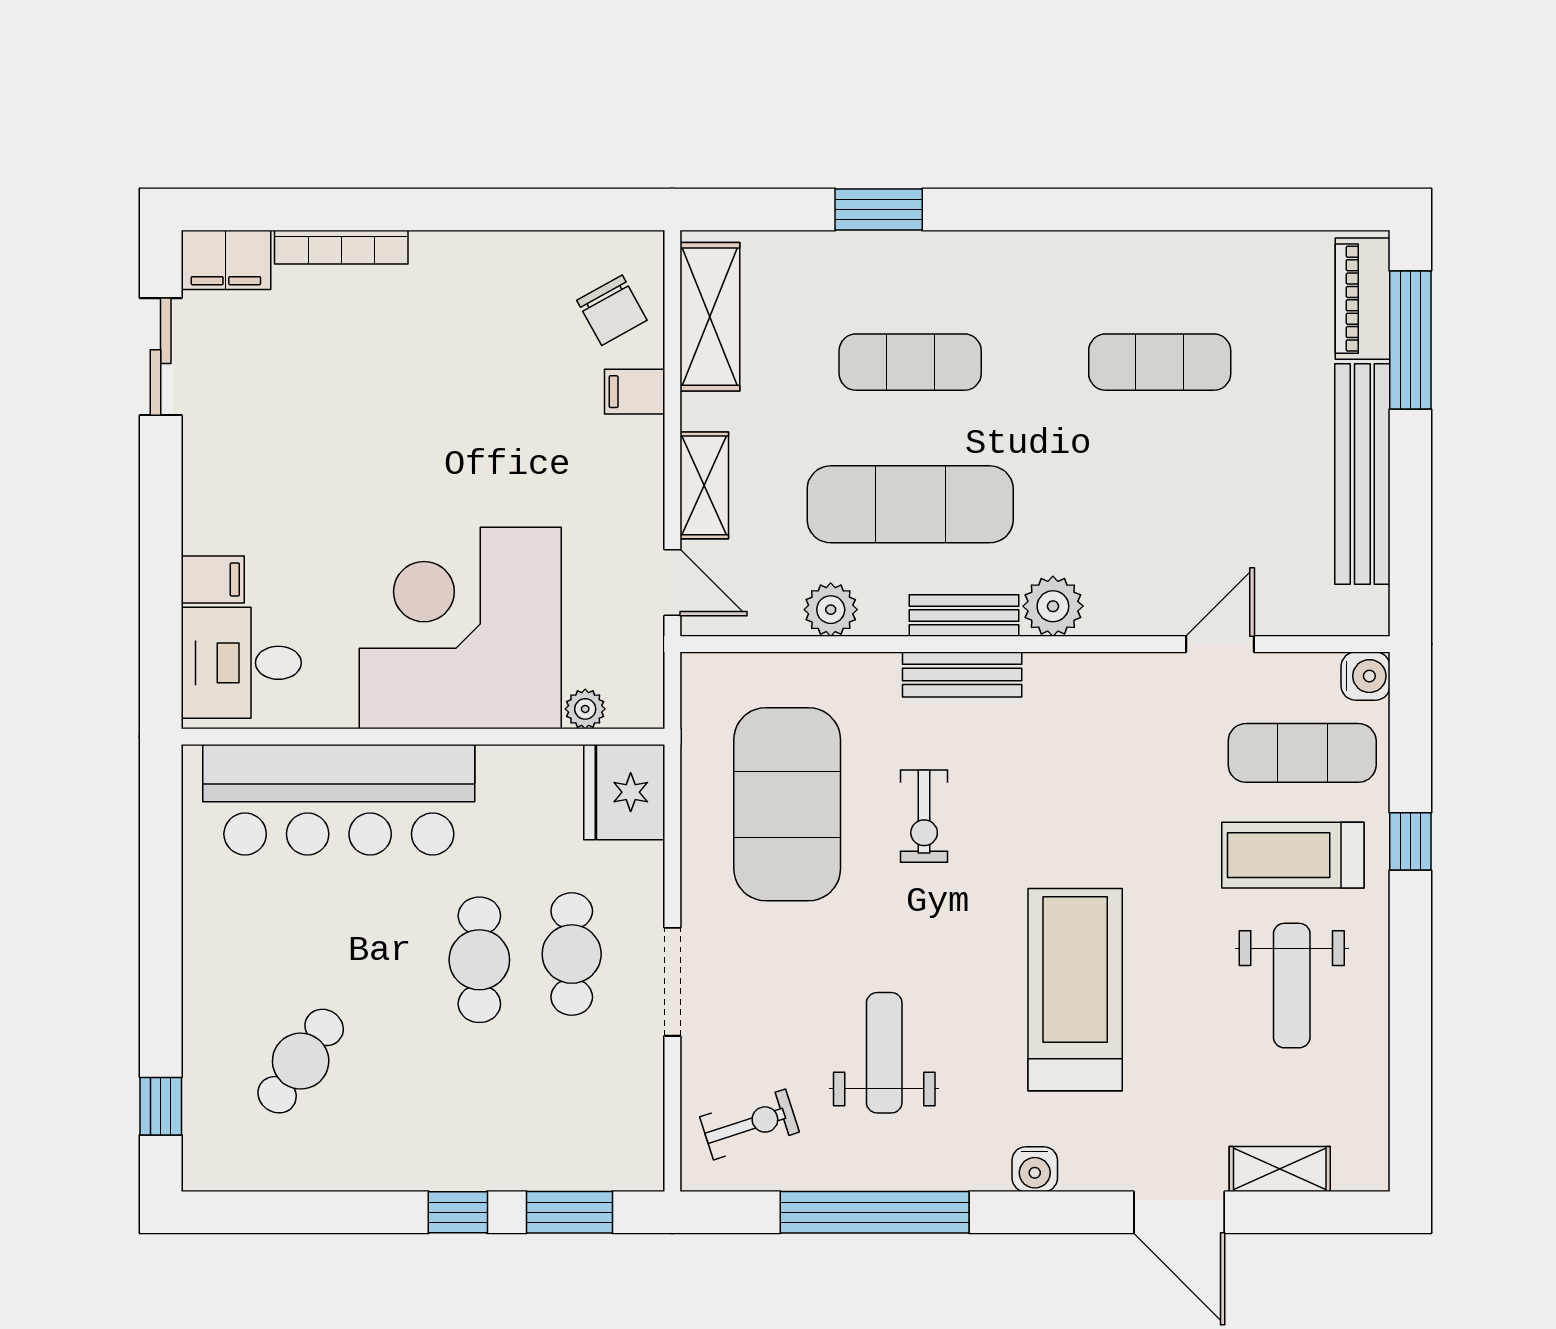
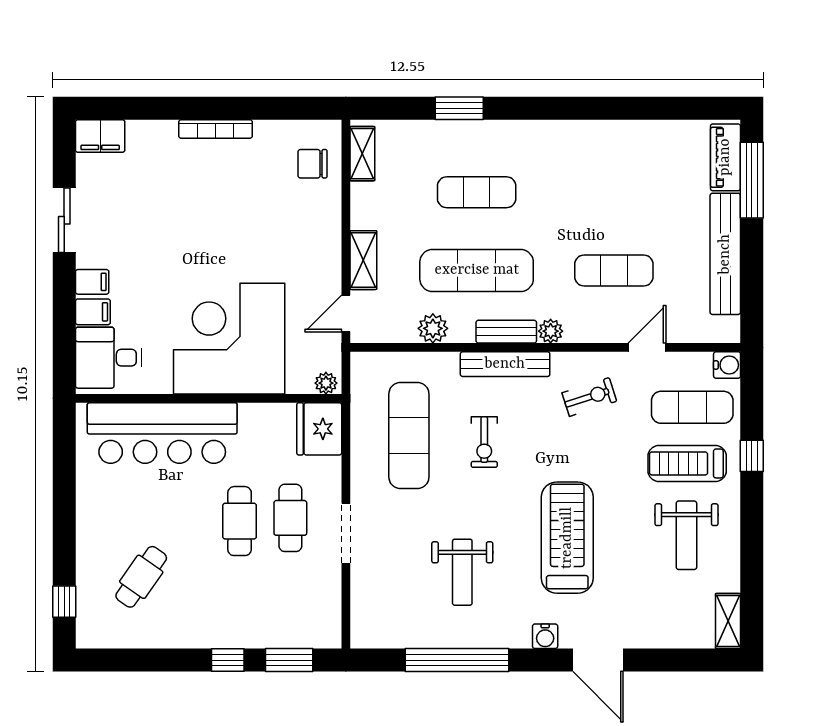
bookcase: (341, 247) -> (216, 129), moved
chair: (612, 310) -> (312, 164), turned 119
shelving: (710, 317) -> (362, 154), width x0.67, depth x0.75
sliding door: (161, 357) -> (64, 220), moved
exercise mat: (1160, 362) -> (614, 270), moved
filing cabinet: (635, 392) -> (92, 282), moved, turned 180
door: (672, 583) -> (346, 314), swing flipped
plant: (1053, 606) -> (551, 331), width x0.73, depth x0.73
bench: (962, 674) -> (505, 364), width x1.36
plant: (585, 709) -> (326, 383), moved
exercise mat: (787, 804) -> (409, 435), width x0.68
weight bench: (884, 1053) -> (462, 572), turned 180
exercise bike: (750, 1124) -> (589, 397), moved
shelving: (1280, 1169) -> (728, 621), moved, turned 90
door: (1179, 1212) -> (598, 660), moved

